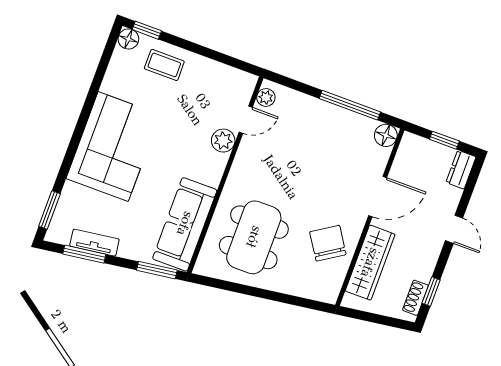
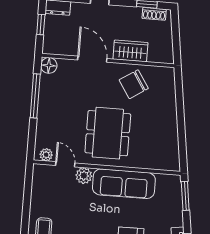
sofa: (185, 224) -> (124, 184), moved
dining table: (254, 237) -> (108, 133), moved, turned 90
wardrobe: (370, 263) -> (130, 51), width x0.67

